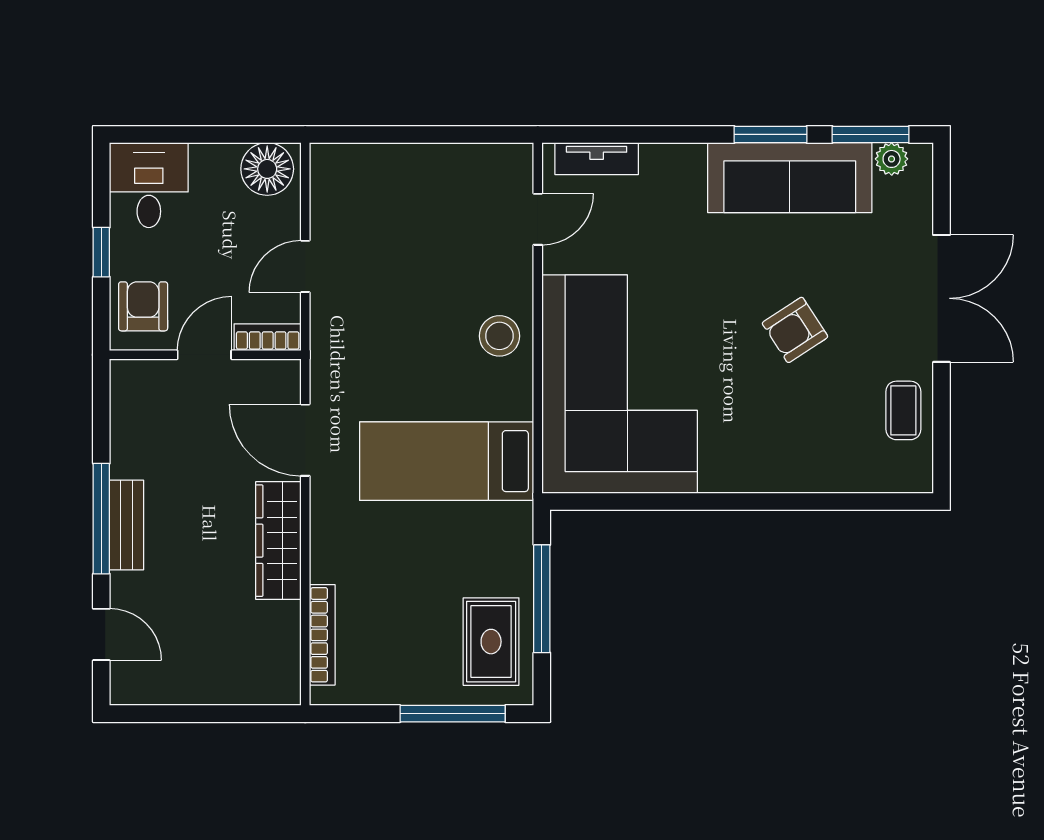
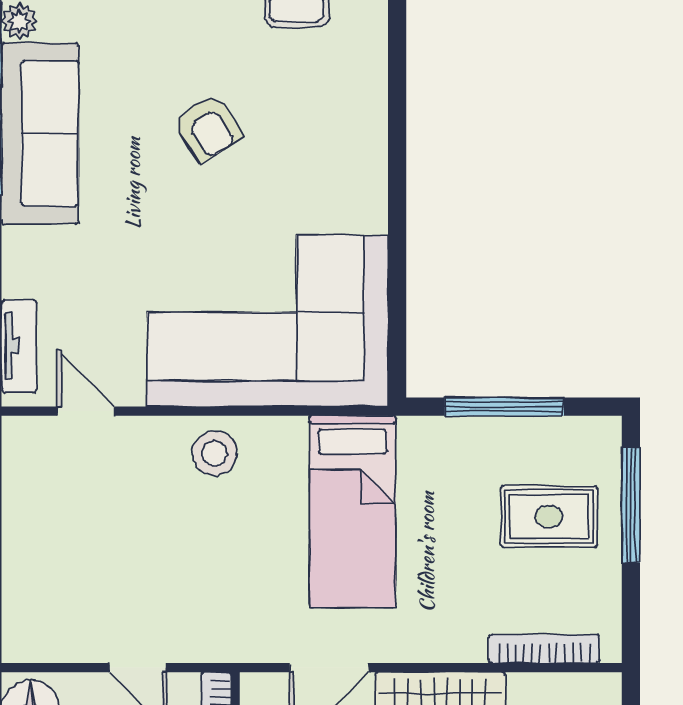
rug: (491, 642) -> (549, 517), moved

